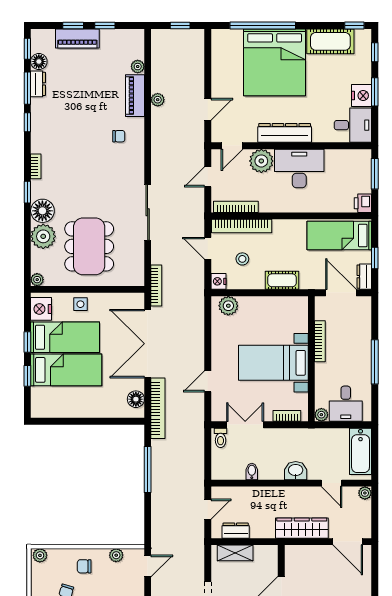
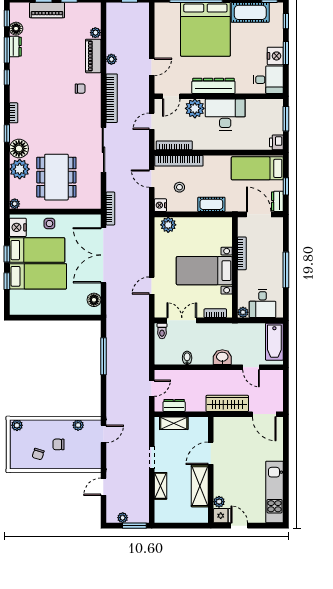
bookcase: (158, 408) -> (112, 98), moved
plant: (365, 493) -> (278, 375), removed
chair: (84, 566) -> (58, 444), moved

